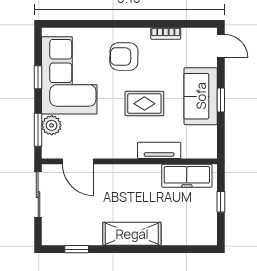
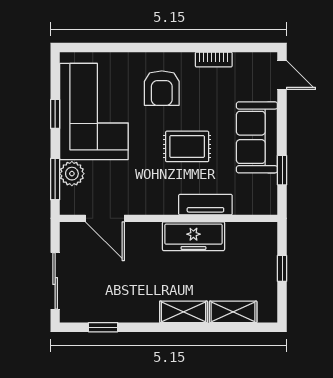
armchair: (124, 57) -> (162, 88), turned -91
window: (221, 100) -> (282, 170), moved
freezer: (187, 176) -> (193, 236), moved
sliding door: (38, 195) -> (55, 281), moved
shelving: (132, 234) -> (184, 312), width x0.67, depth x0.75
shelving: (181, 237) -> (233, 312), added

